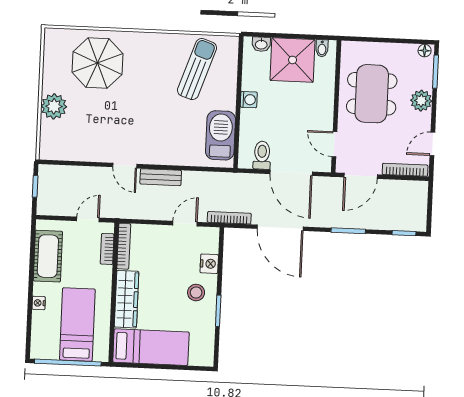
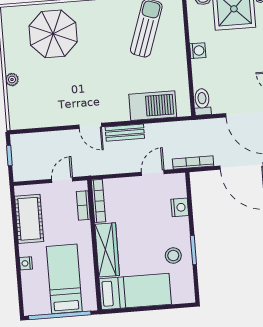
plant: (54, 106) -> (12, 80), width x0.53, depth x0.53
barbecue: (221, 135) -> (153, 106), moved, turned 90
toilet: (262, 155) -> (202, 102), moved
stool: (196, 293) -> (173, 256), moved

